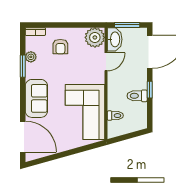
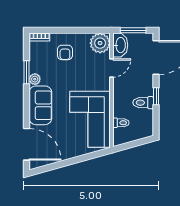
plant: (31, 57) -> (35, 79), moved

